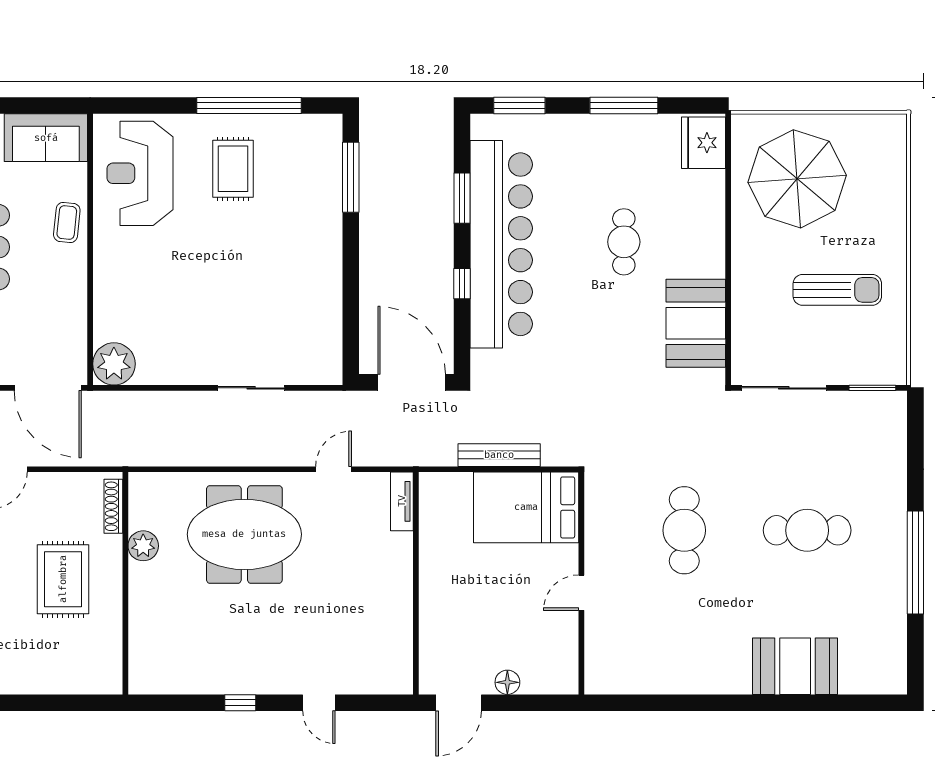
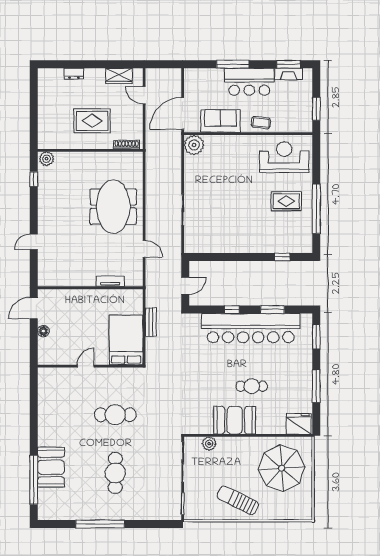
window: (37, 105) -> (316, 109), added
sofa: (46, 138) -> (220, 121), moved, turned 90
window: (351, 177) -> (282, 257), width x0.46
sun lounger: (837, 290) -> (238, 500), moved, turned 116
booth: (696, 323) -> (235, 420), moved
plant: (745, 332) -> (209, 444), added
door: (412, 382) -> (185, 286), width x0.53
bench: (499, 455) -> (151, 322), width x0.73
tv unit: (402, 501) -> (110, 281), moved
plant: (143, 546) -> (47, 159), moved
door: (581, 593) -> (86, 366), hinge flipped
window: (240, 703) -> (34, 179), moved
door: (459, 703) -> (34, 308), hinge flipped
window: (822, 703) -> (34, 480), added

